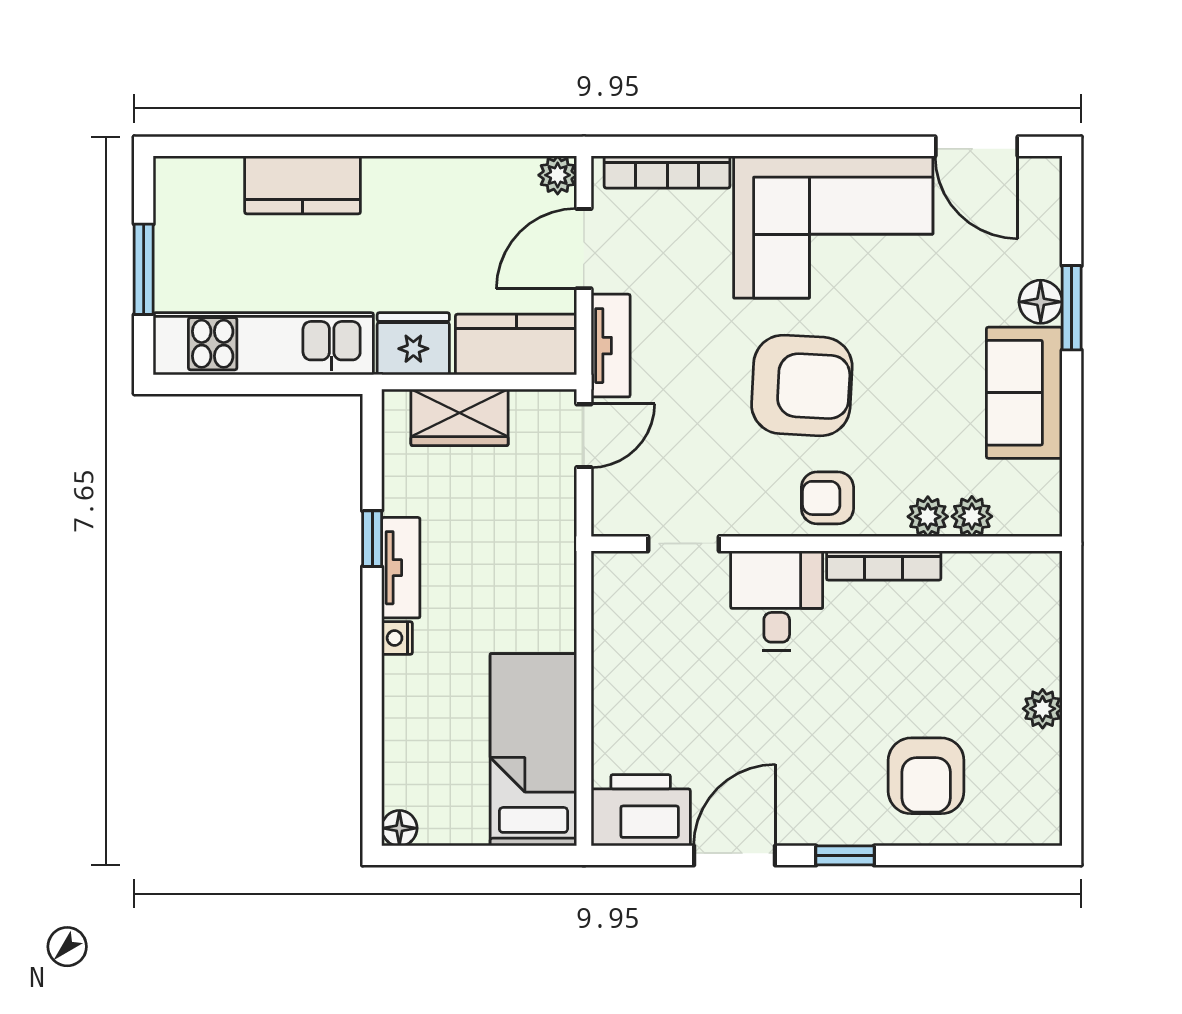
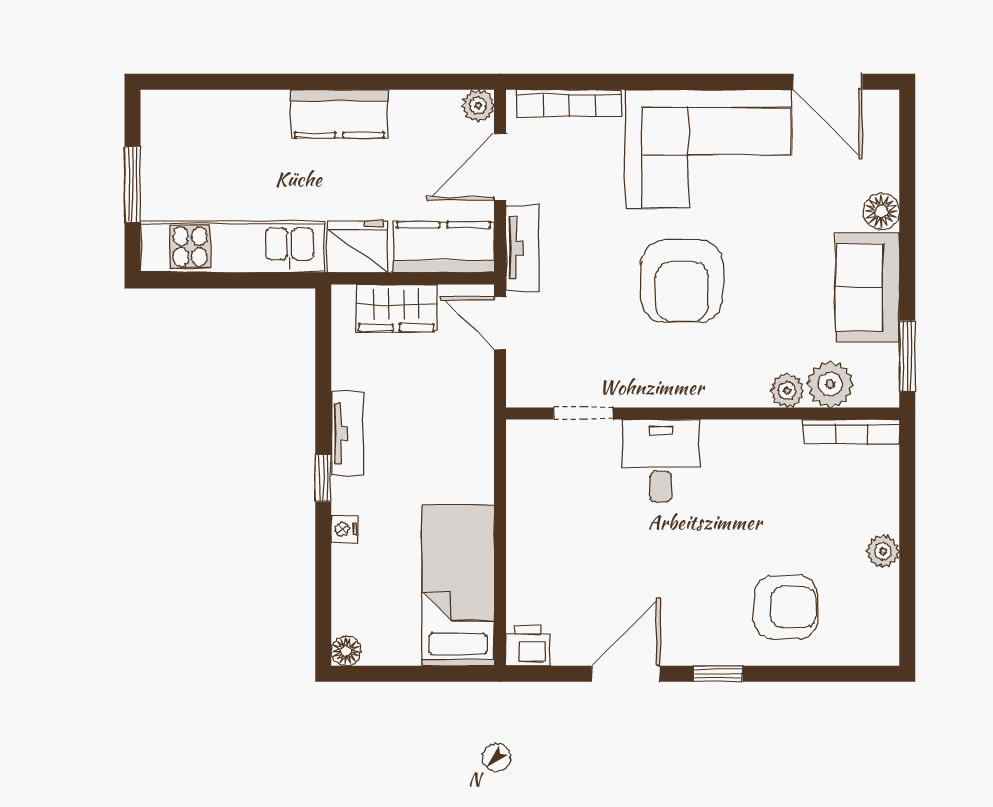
kitchen counter: (303, 185) -> (339, 114), moved
window: (1072, 308) -> (907, 356), moved
armchair: (802, 385) -> (682, 281), turned 87
door: (584, 436) -> (500, 323), swing flipped
armchair: (827, 498) -> (703, 375), removed
plant: (972, 516) -> (830, 384), width x1.38, depth x1.38
window: (372, 539) -> (323, 478), moved
bookcase: (884, 566) -> (852, 432), moved
nightstand: (397, 638) -> (344, 529), moved
armchair: (926, 776) -> (786, 607), turned -90
printer: (641, 810) -> (528, 646), width x0.53, depth x0.68

